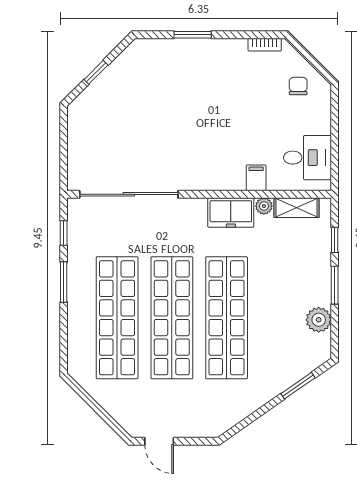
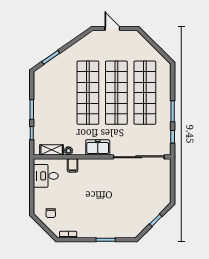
freezer: (231, 212) -> (98, 147), moved
plant: (319, 320) -> (40, 92), removed
door: (159, 441) -> (112, 28), moved

